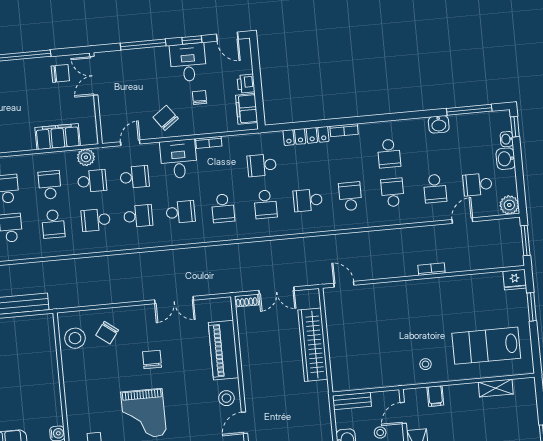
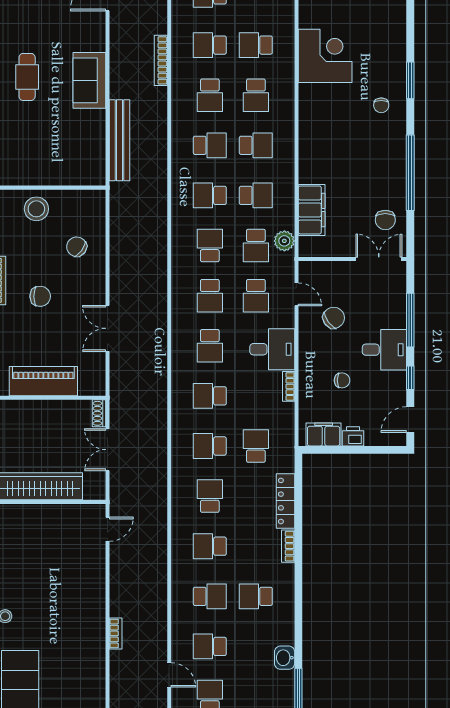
desk: (188, 62) -> (384, 350), moved
chair: (166, 118) -> (334, 318), moved
school desk: (350, 196) -> (210, 546), turned 180
stool: (75, 338) -> (36, 209), moved

